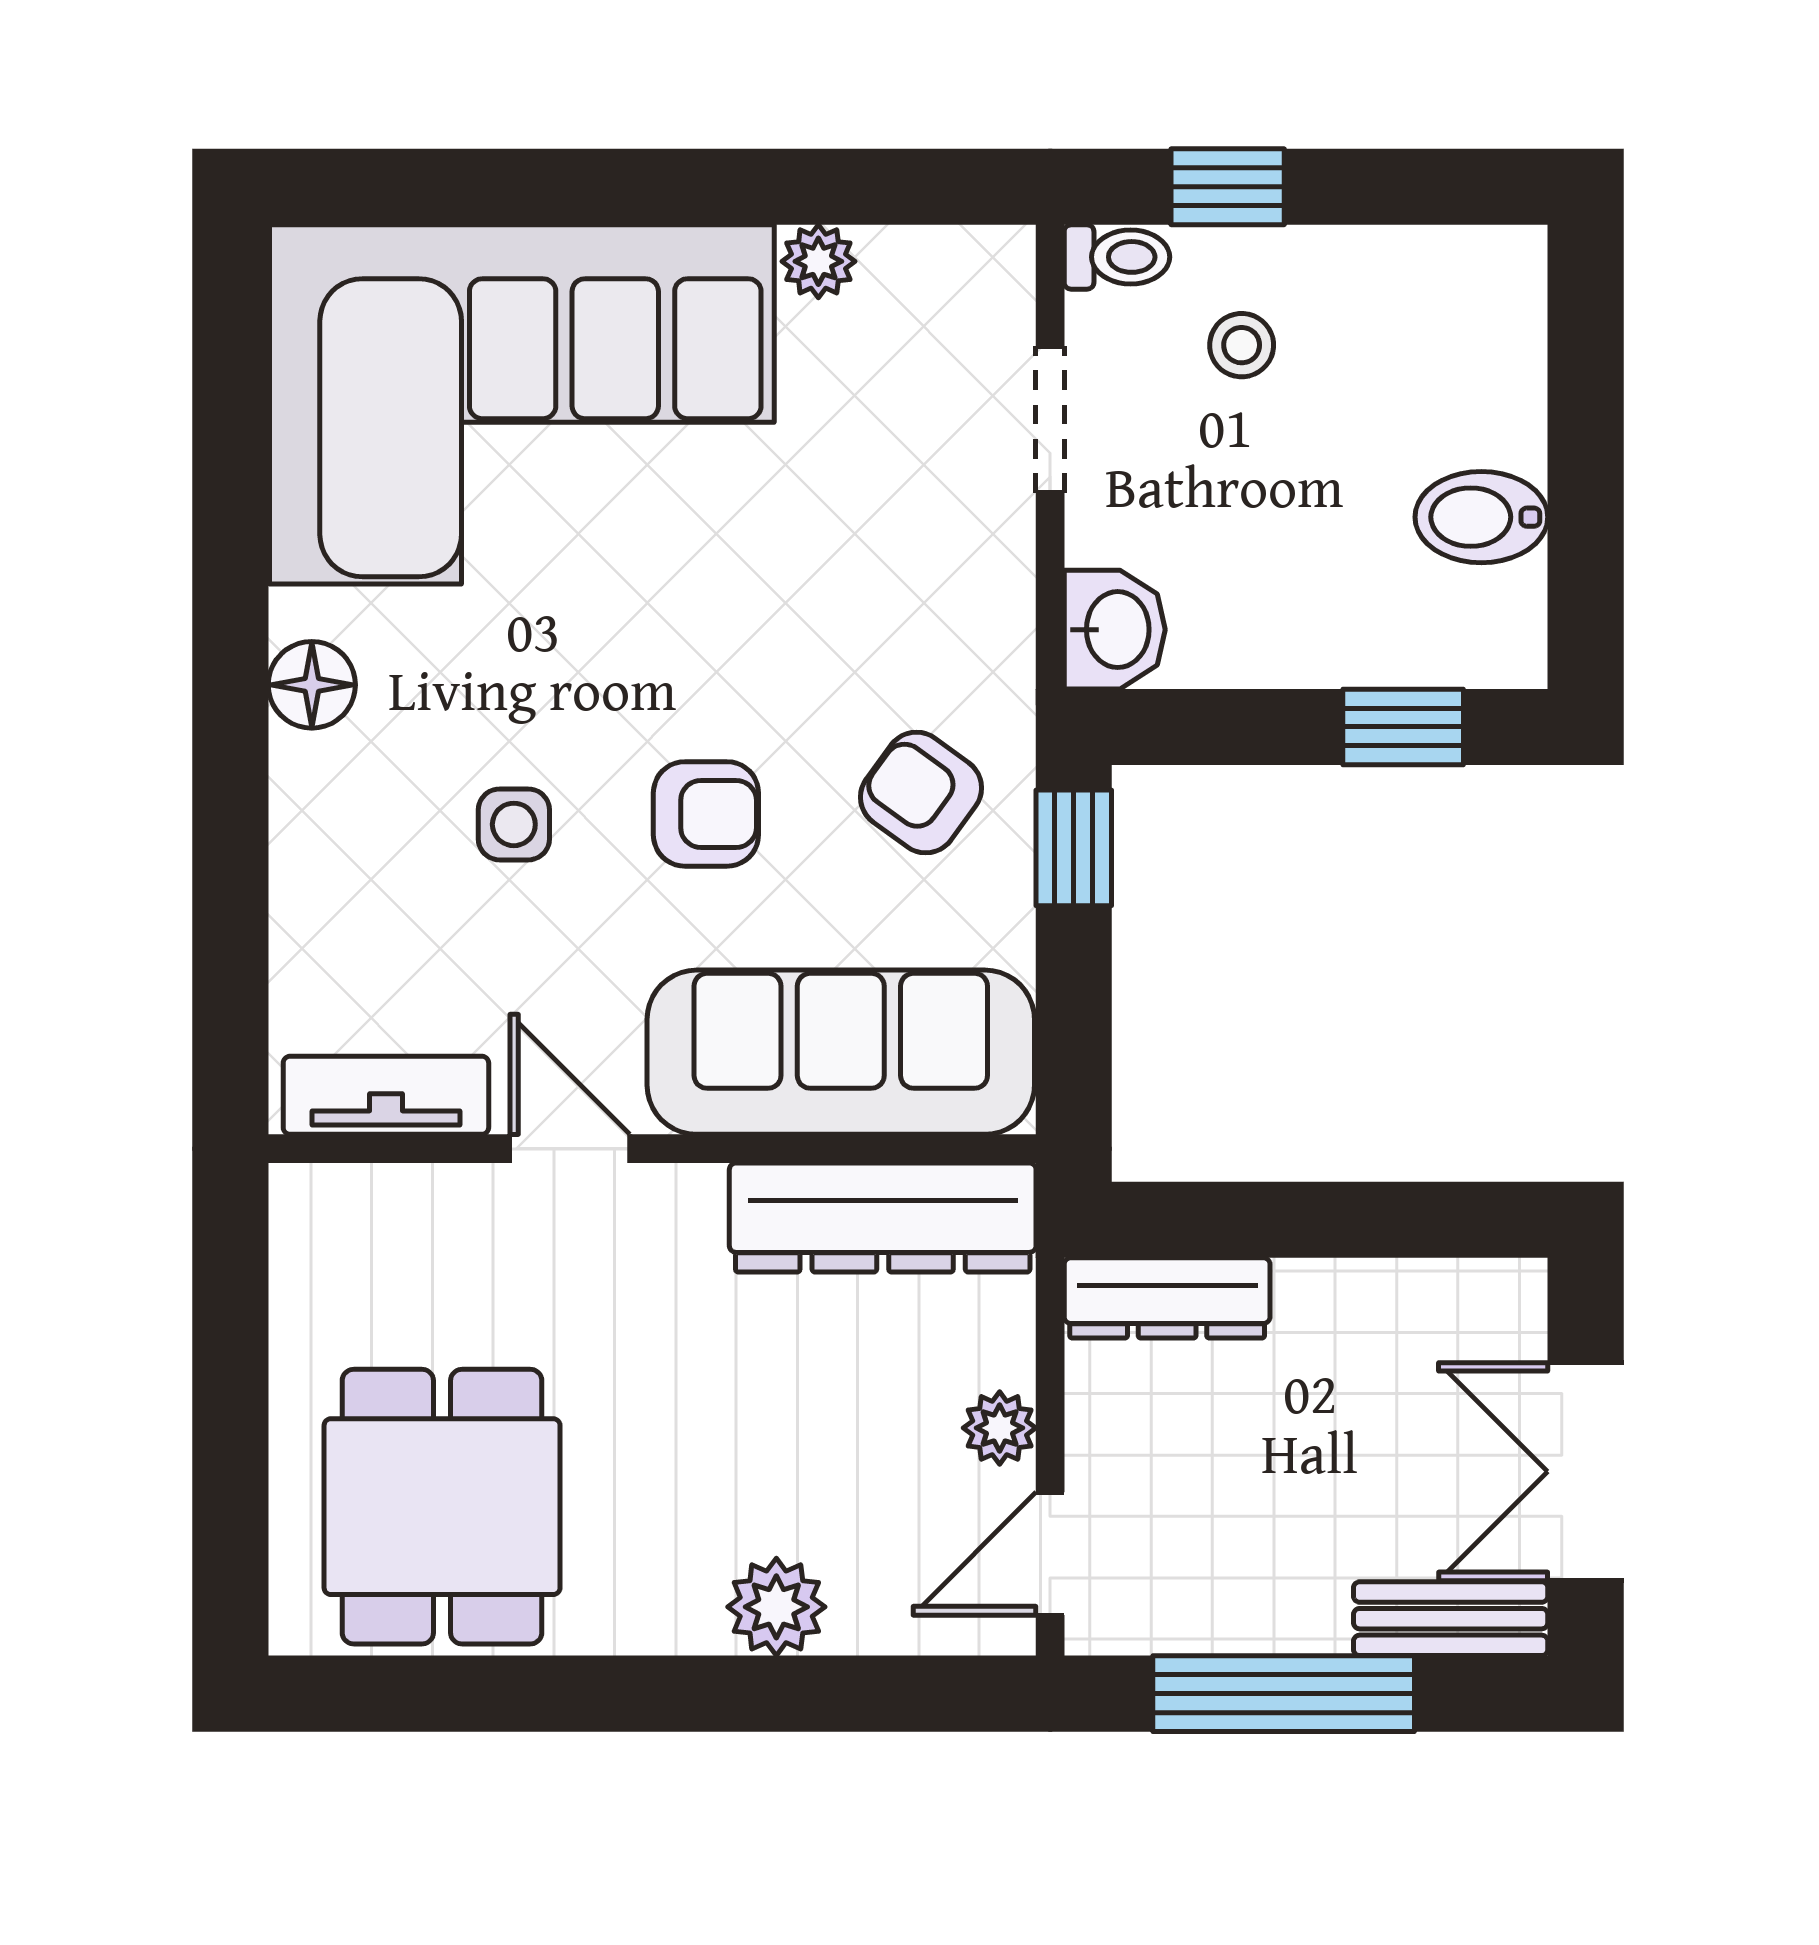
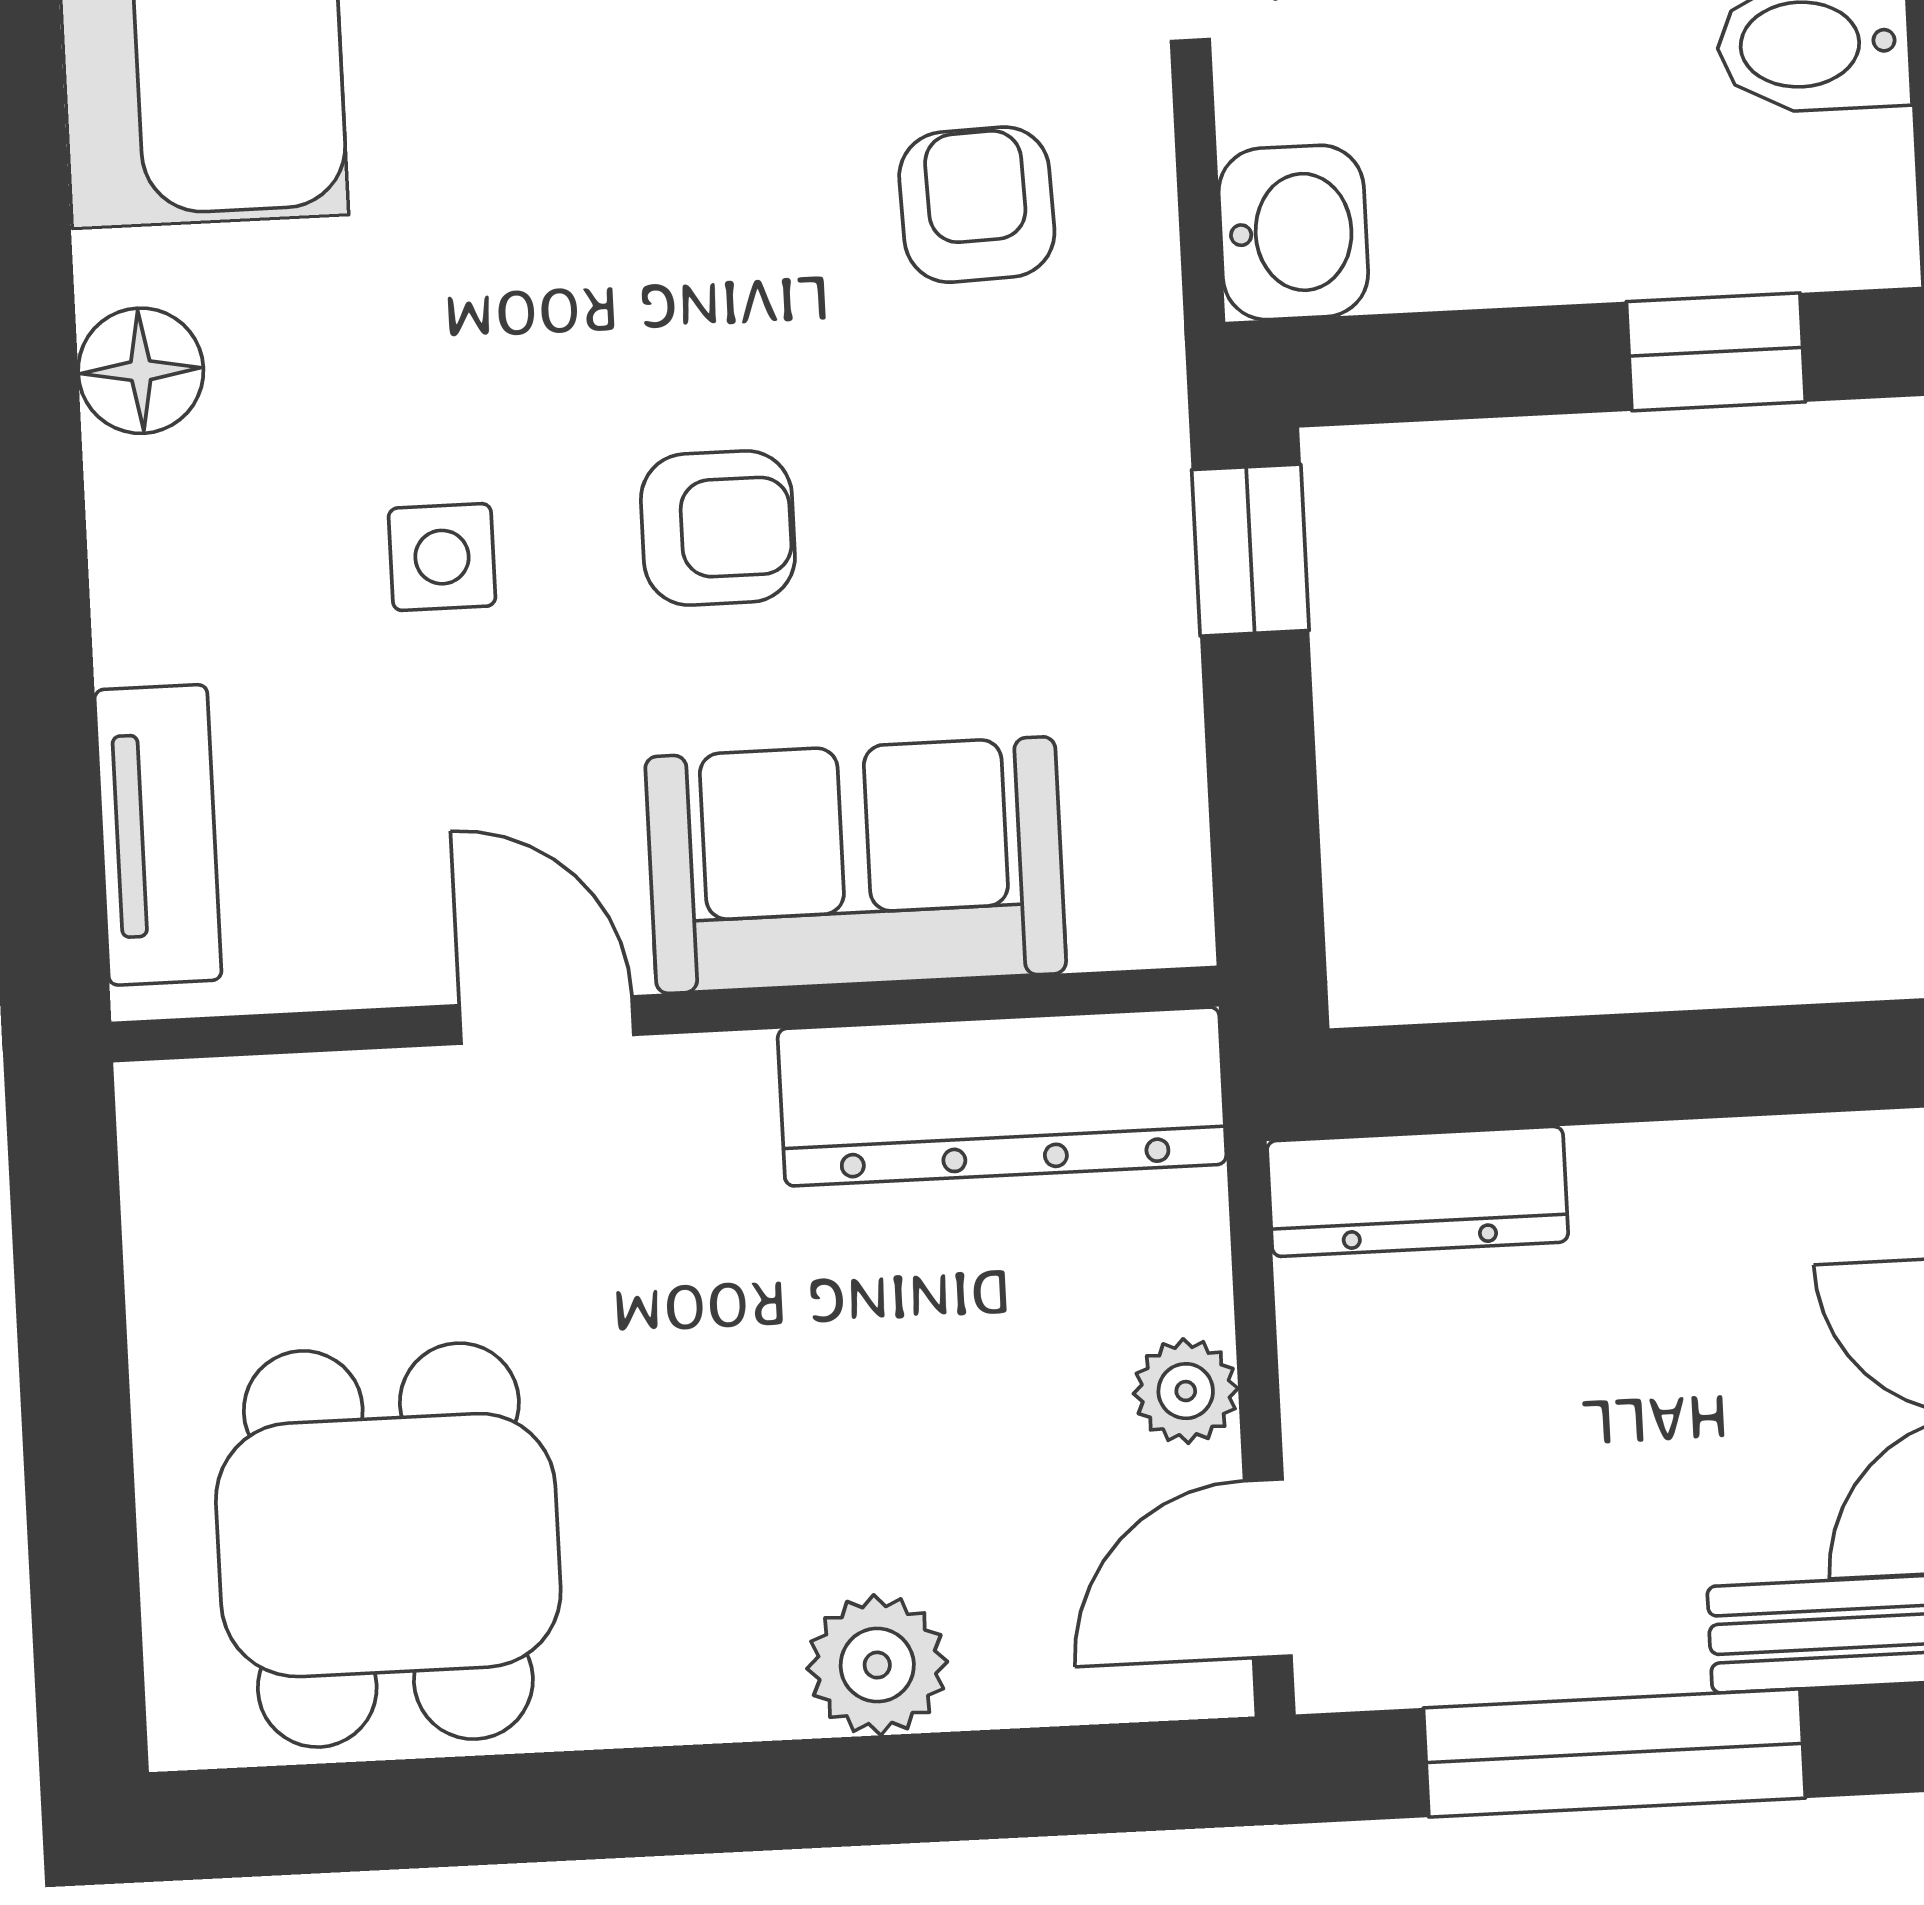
armchair: (921, 793) -> (977, 205), moved, turned 52
sofa: (841, 1052) -> (856, 865), width x0.73
tv unit: (386, 1095) -> (158, 835), moved, turned 90

